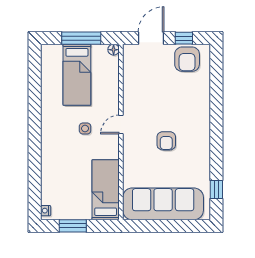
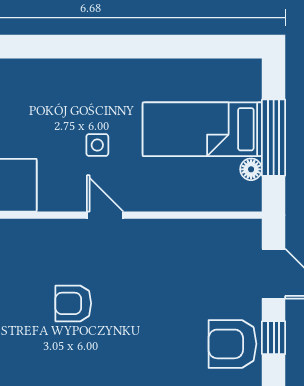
floor lamp: (114, 50) -> (251, 169), moved

